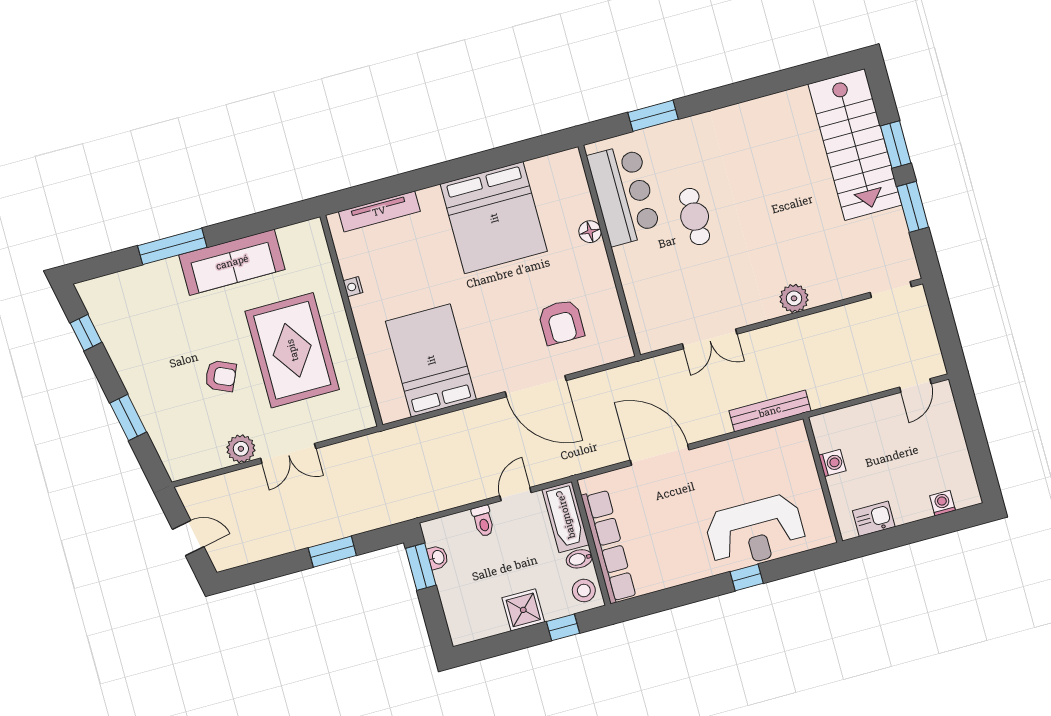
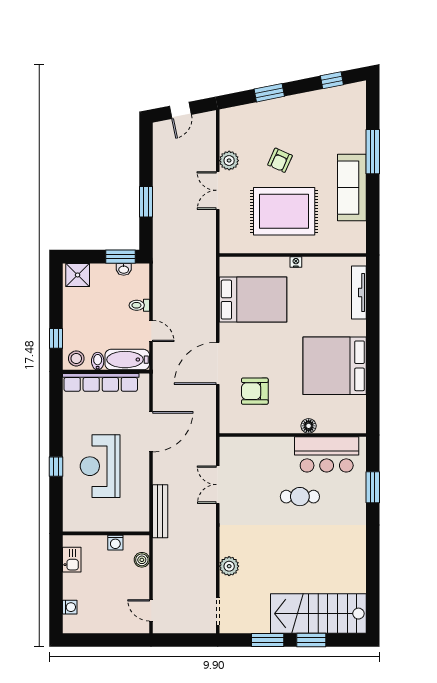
nightstand: (353, 287) -> (296, 262), moved
plant: (794, 298) -> (229, 566), moved
boiler: (847, 418) -> (142, 560), added
reception desk: (755, 531) -> (100, 466), moved
shower: (523, 610) -> (78, 275), moved

